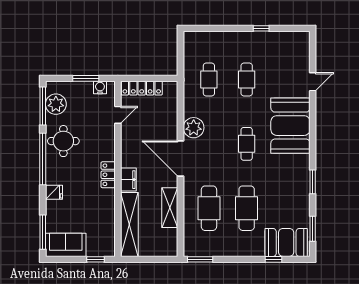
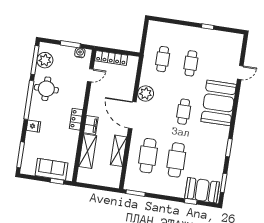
shelving: (129, 224) -> (88, 151), width x0.68
sofa: (66, 245) -> (51, 169), moved

